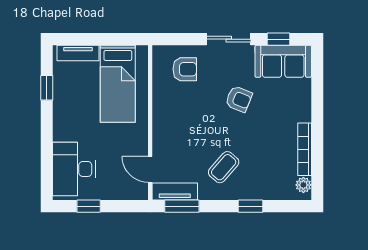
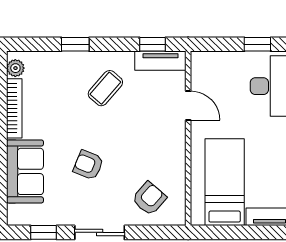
sofa: (283, 61) -> (25, 171), moved, turned 90
armchair: (185, 69) -> (149, 198), turned 131
door: (150, 169) -> (188, 106), moved
window: (182, 206) -> (152, 44), width x0.67

